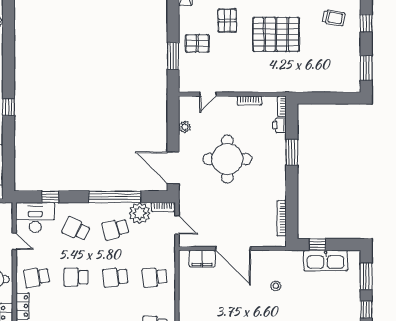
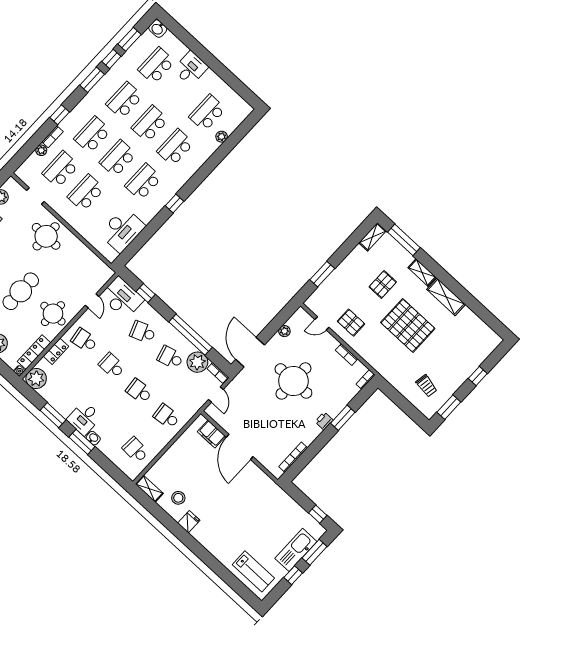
trolley: (334, 18) -> (426, 386), moved
pallet: (197, 43) -> (351, 323), moved
printer: (280, 125) -> (324, 421), moved
school desk: (76, 229) -> (143, 332), turned -45
window: (317, 245) -> (318, 514), moved
kitchen sink: (326, 261) -> (296, 550), moved, turned 90
stool: (276, 286) -> (245, 501), removed

